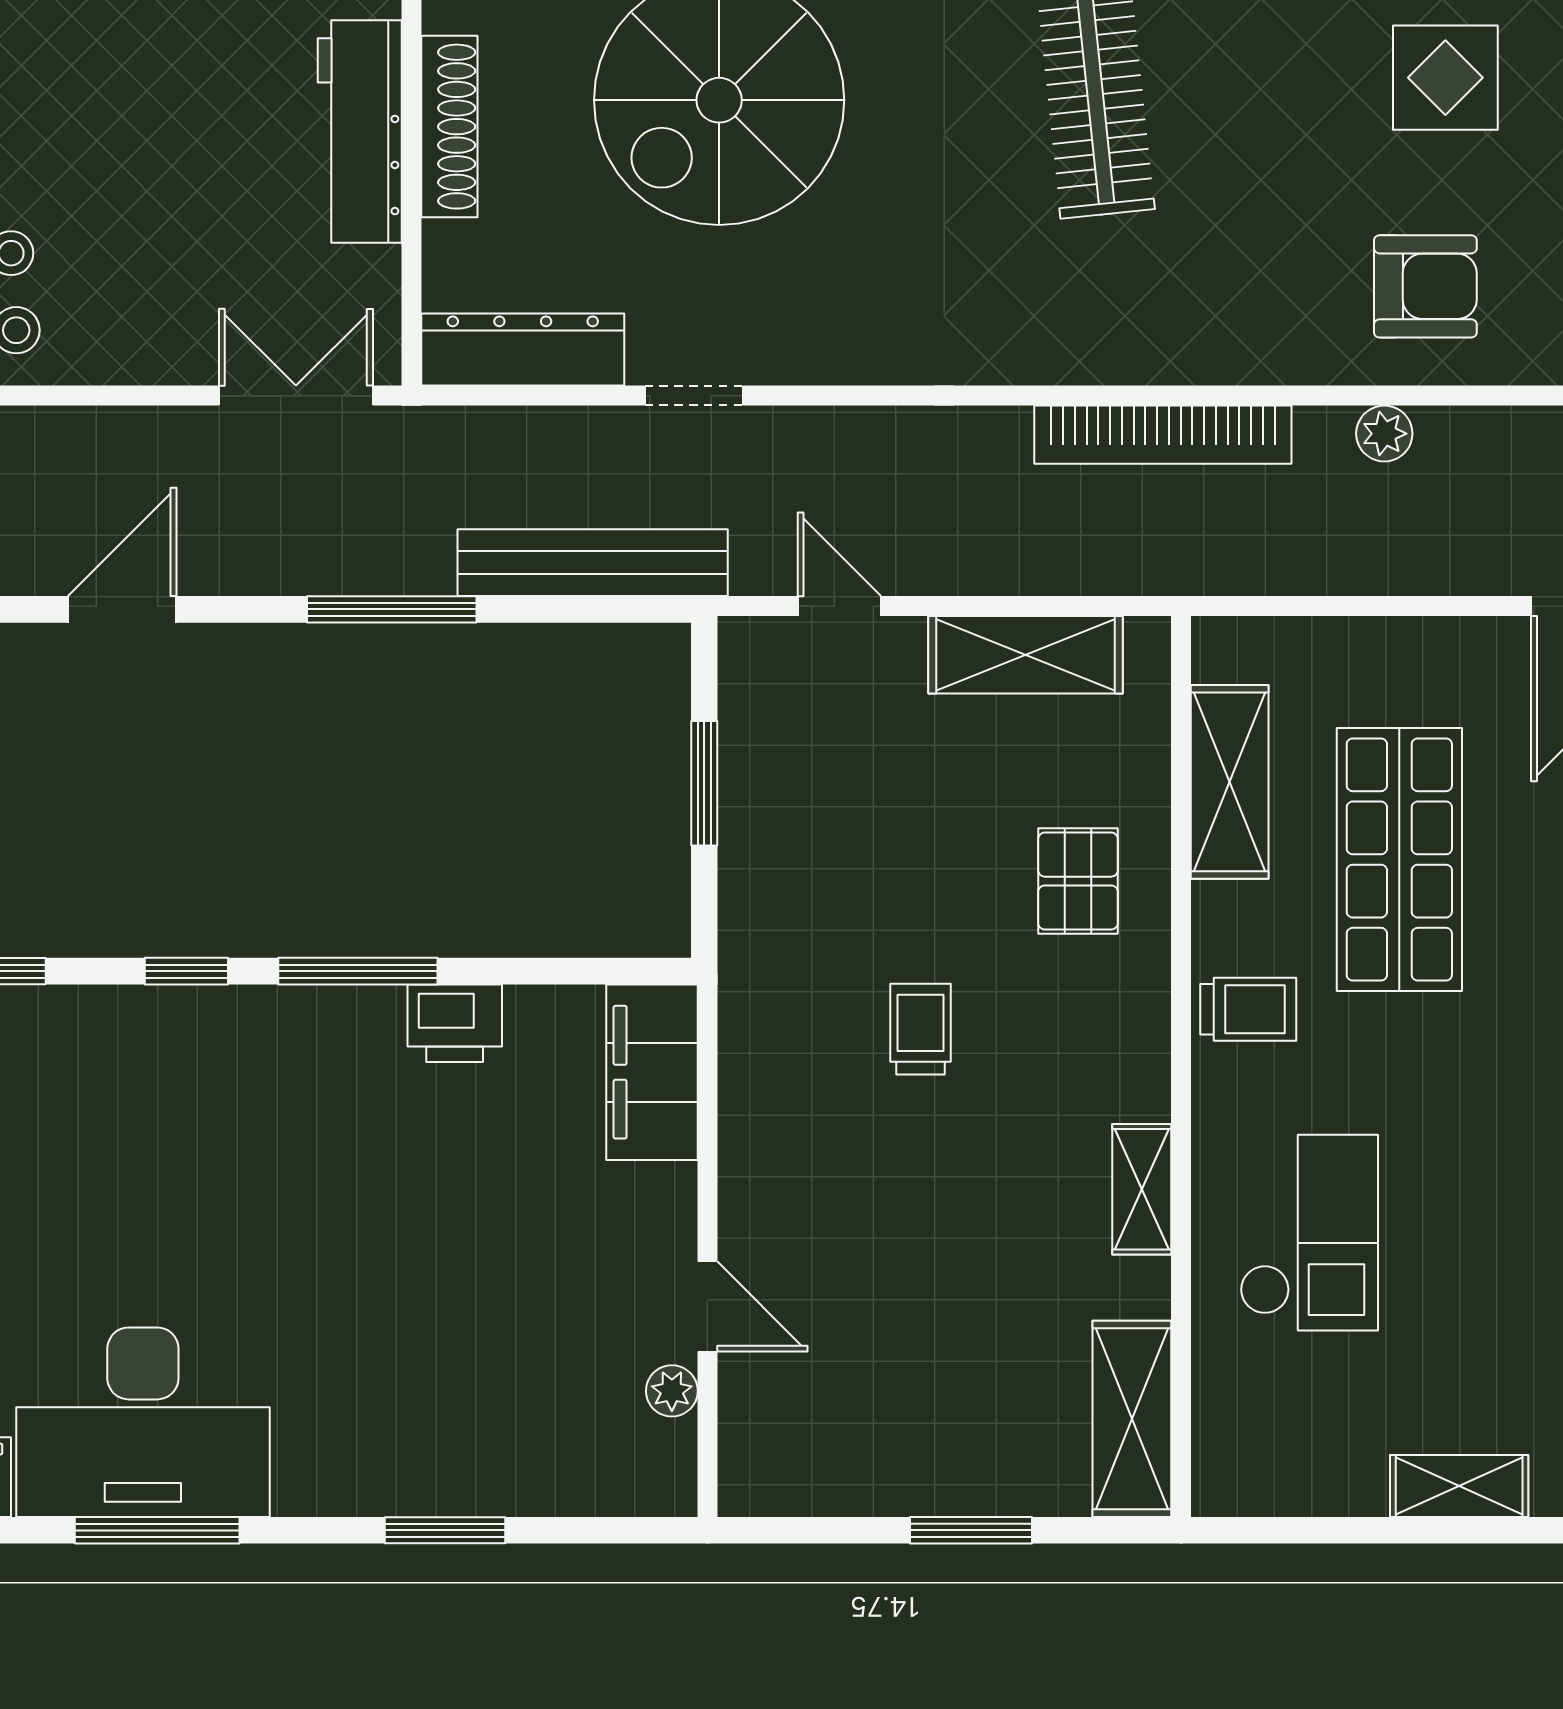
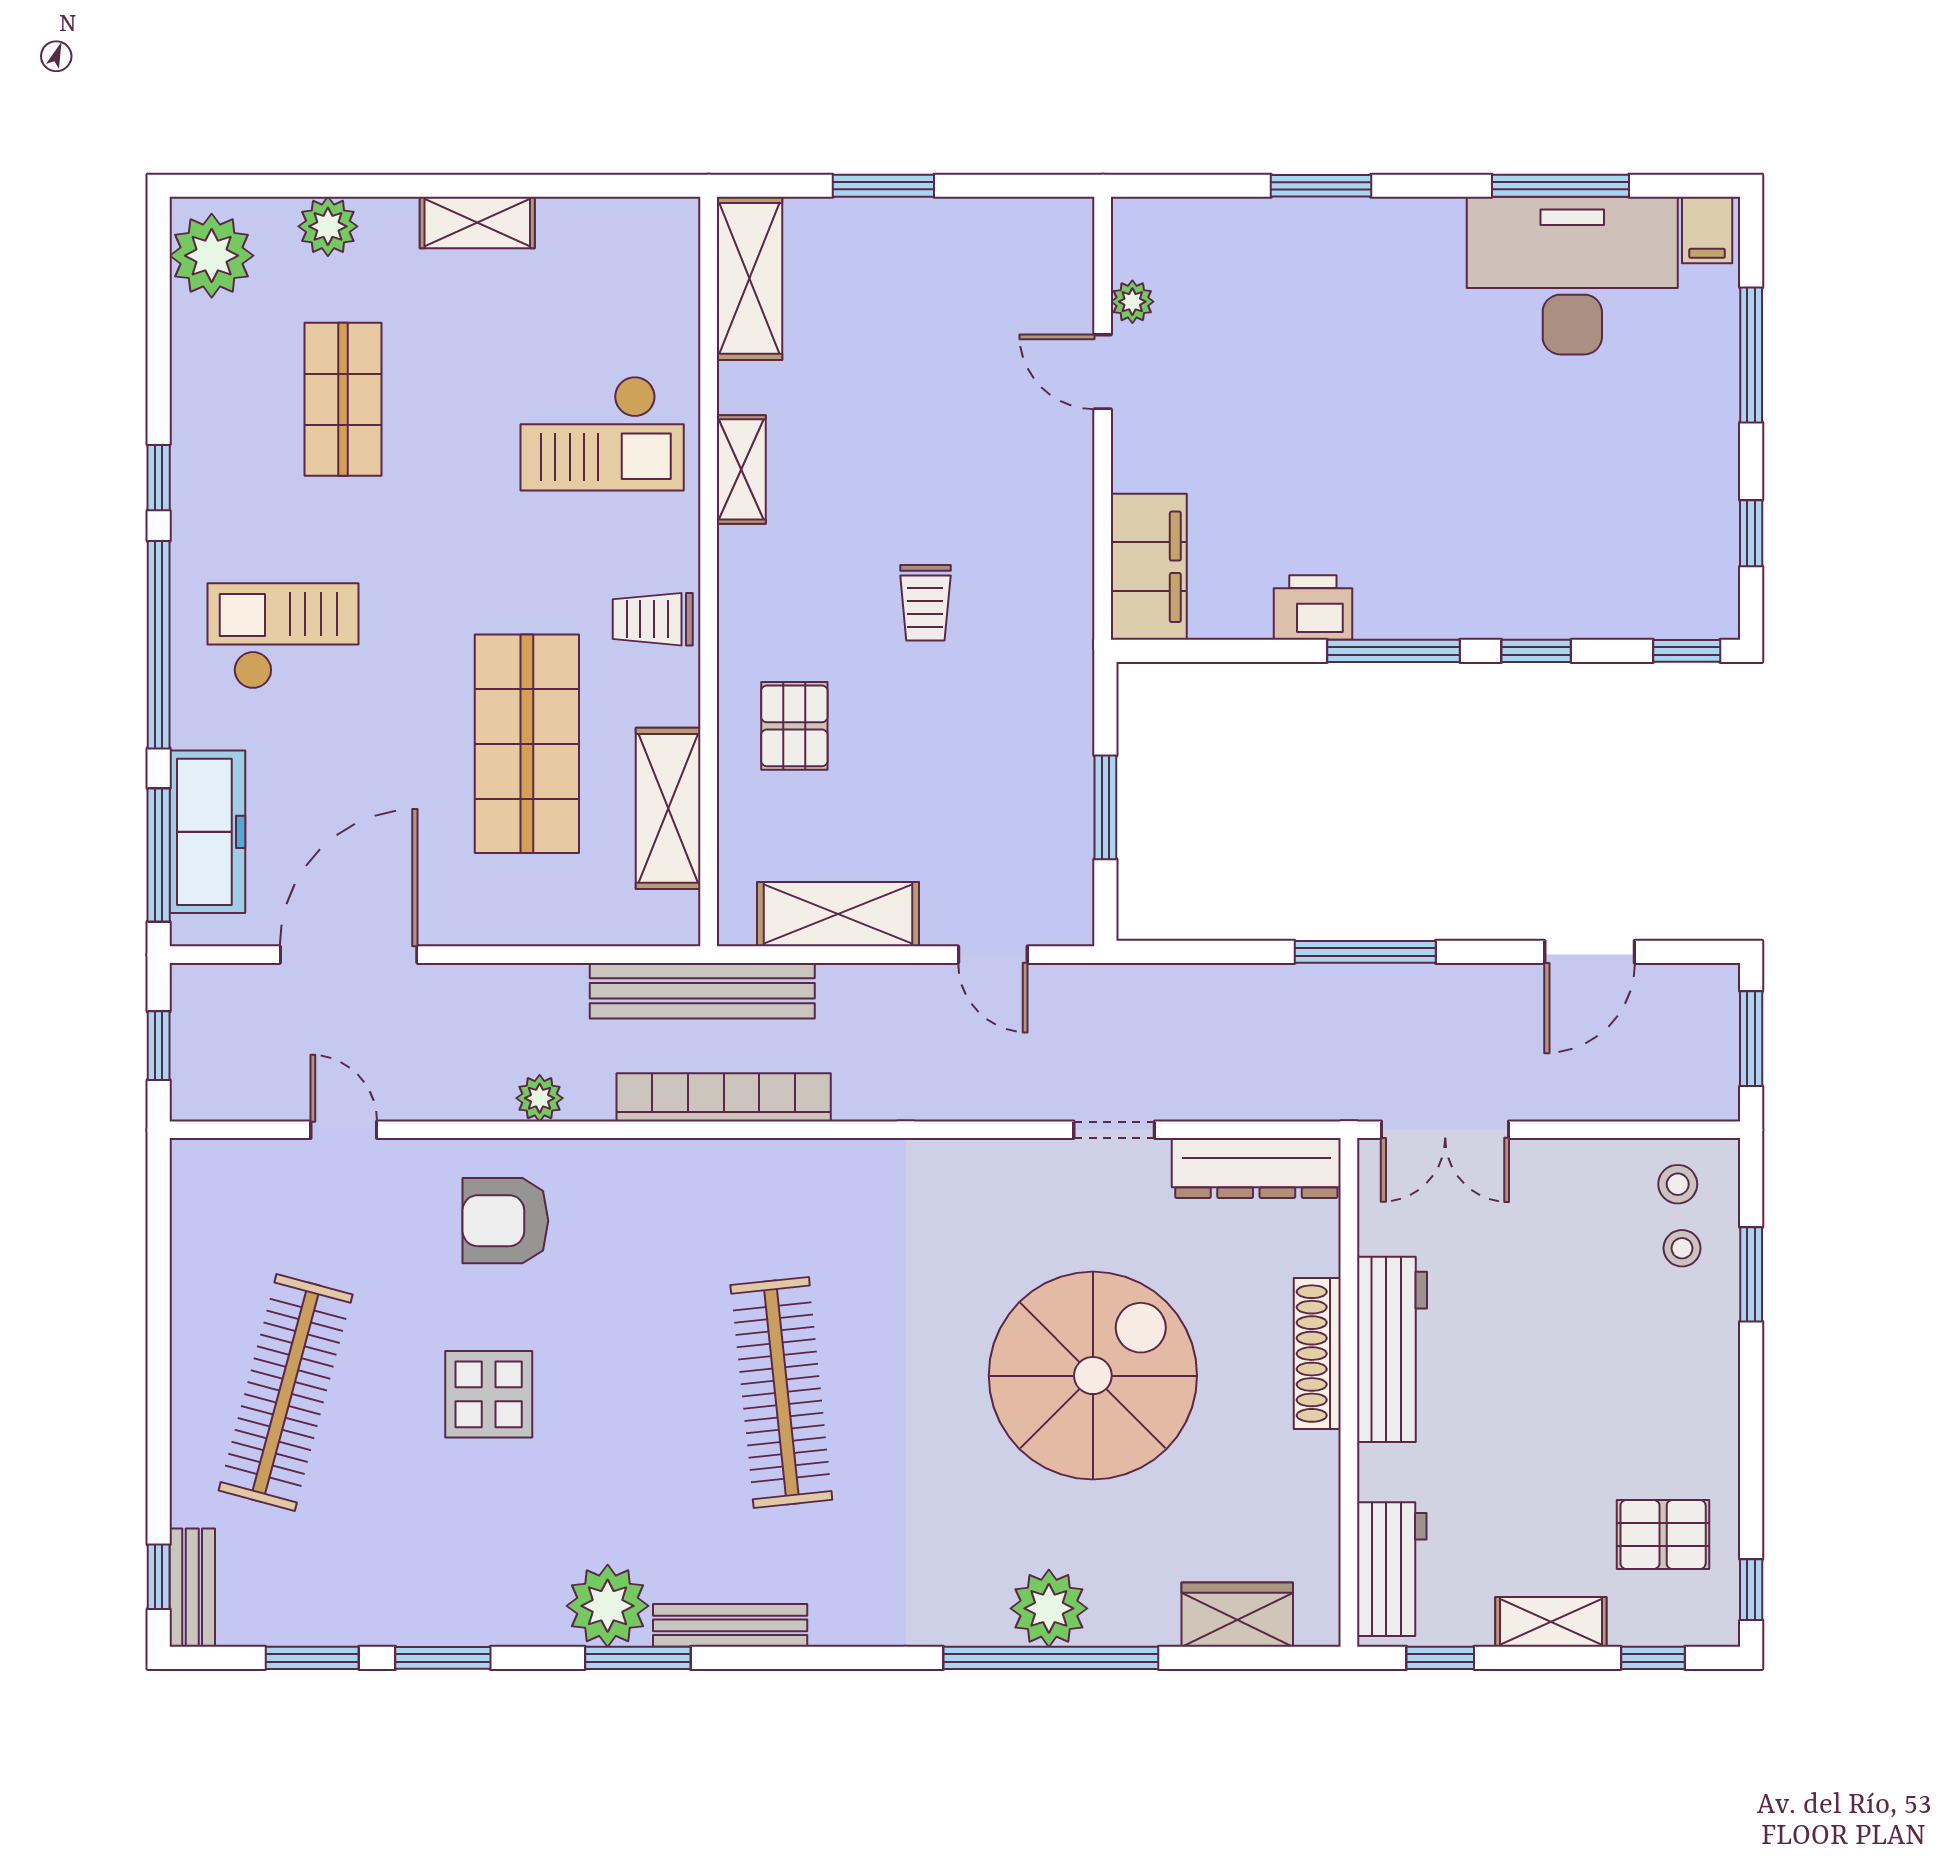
bench: (593, 563) -> (702, 991), moved
checkout: (1309, 1233) -> (602, 433), turned -90

